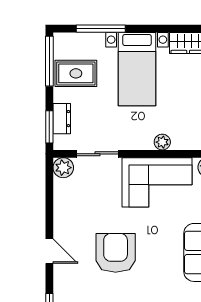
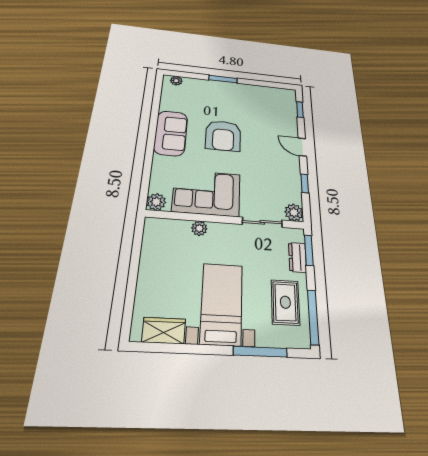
rug: (76, 73) -> (285, 302), turned 90
window: (49, 204) -> (305, 183), added
armchair: (116, 253) -> (223, 136), moved

